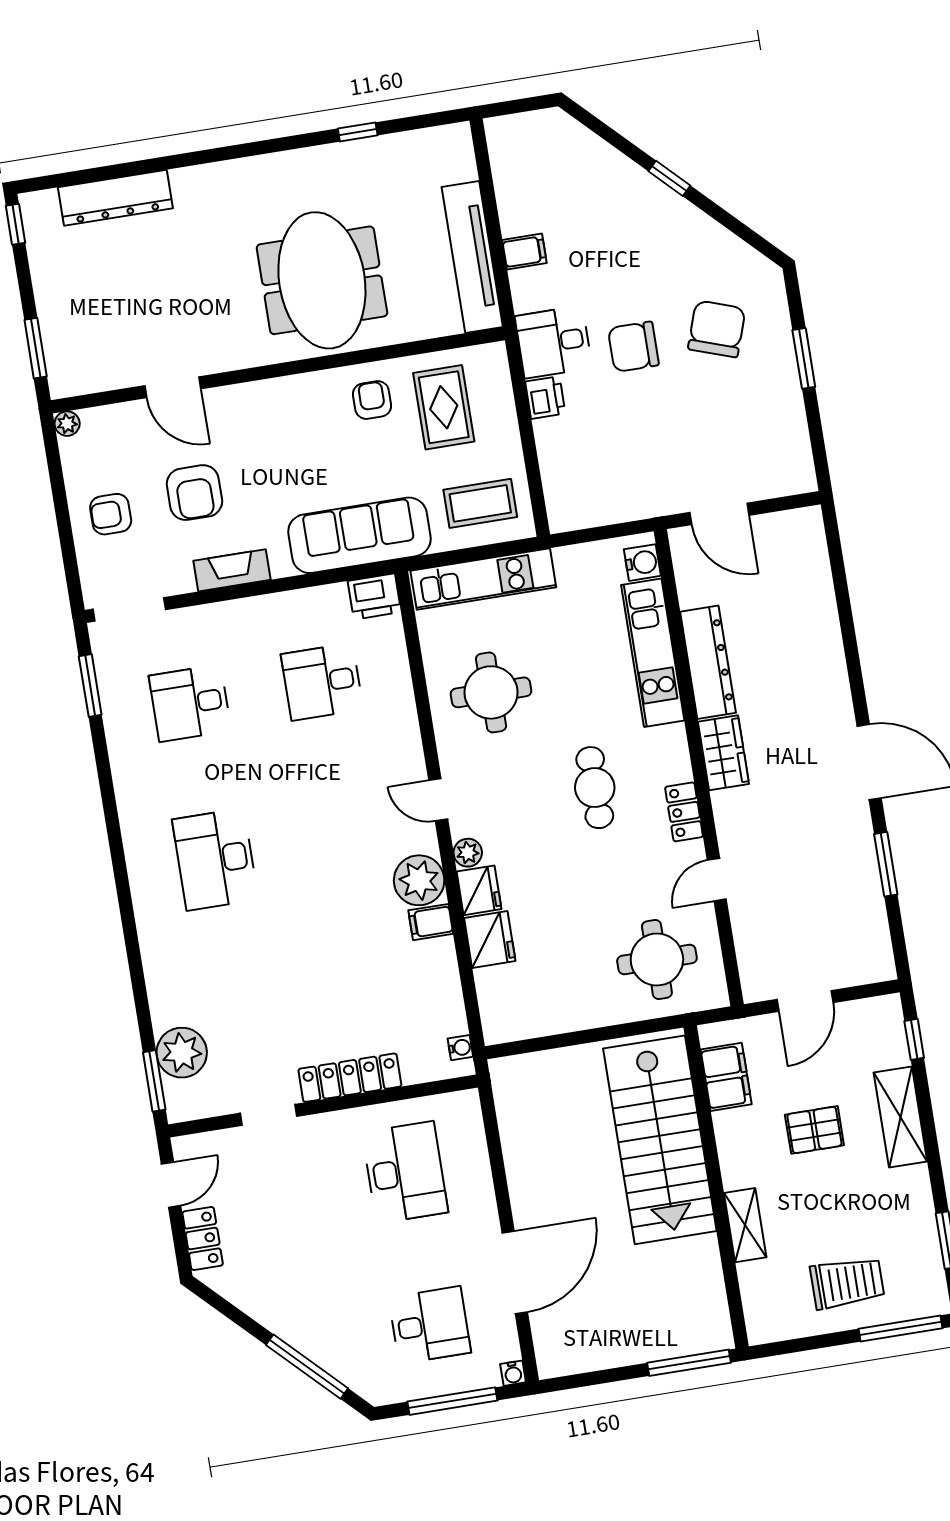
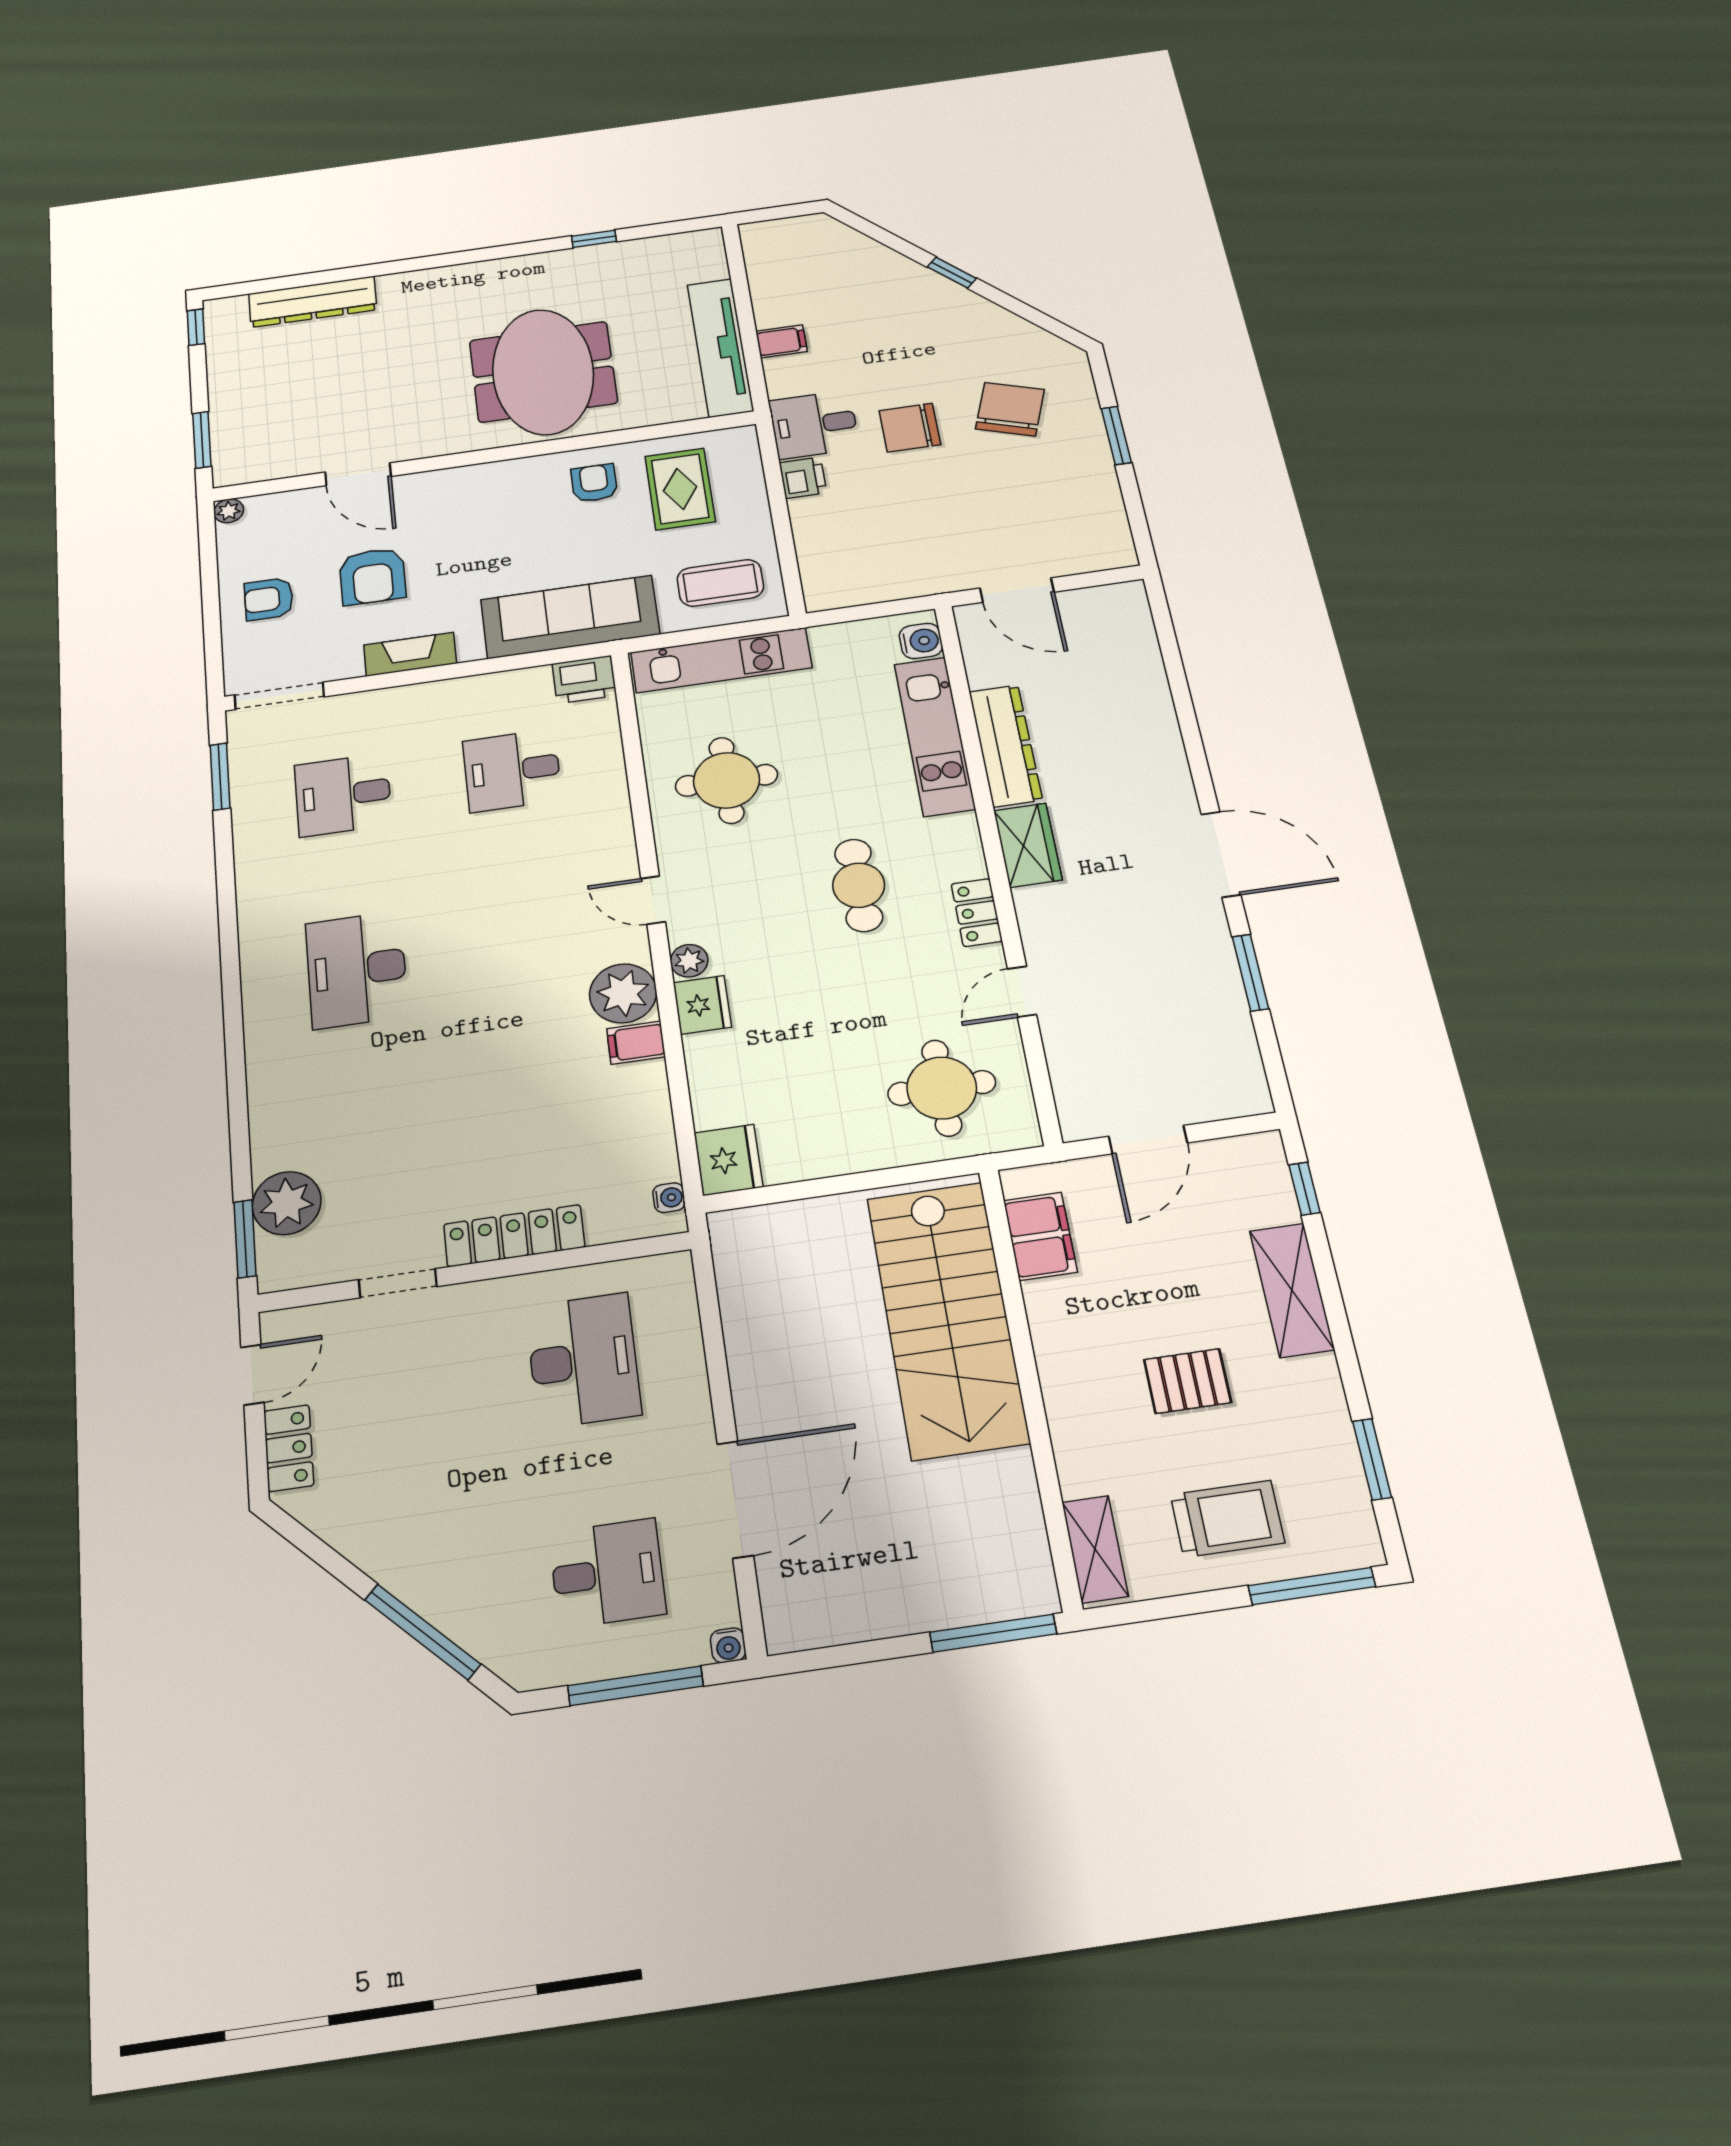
fridge: (490, 940) -> (728, 1160), moved
pallet: (814, 1130) -> (1187, 1381), moved
shelving: (745, 1225) -> (1095, 1549), moved

